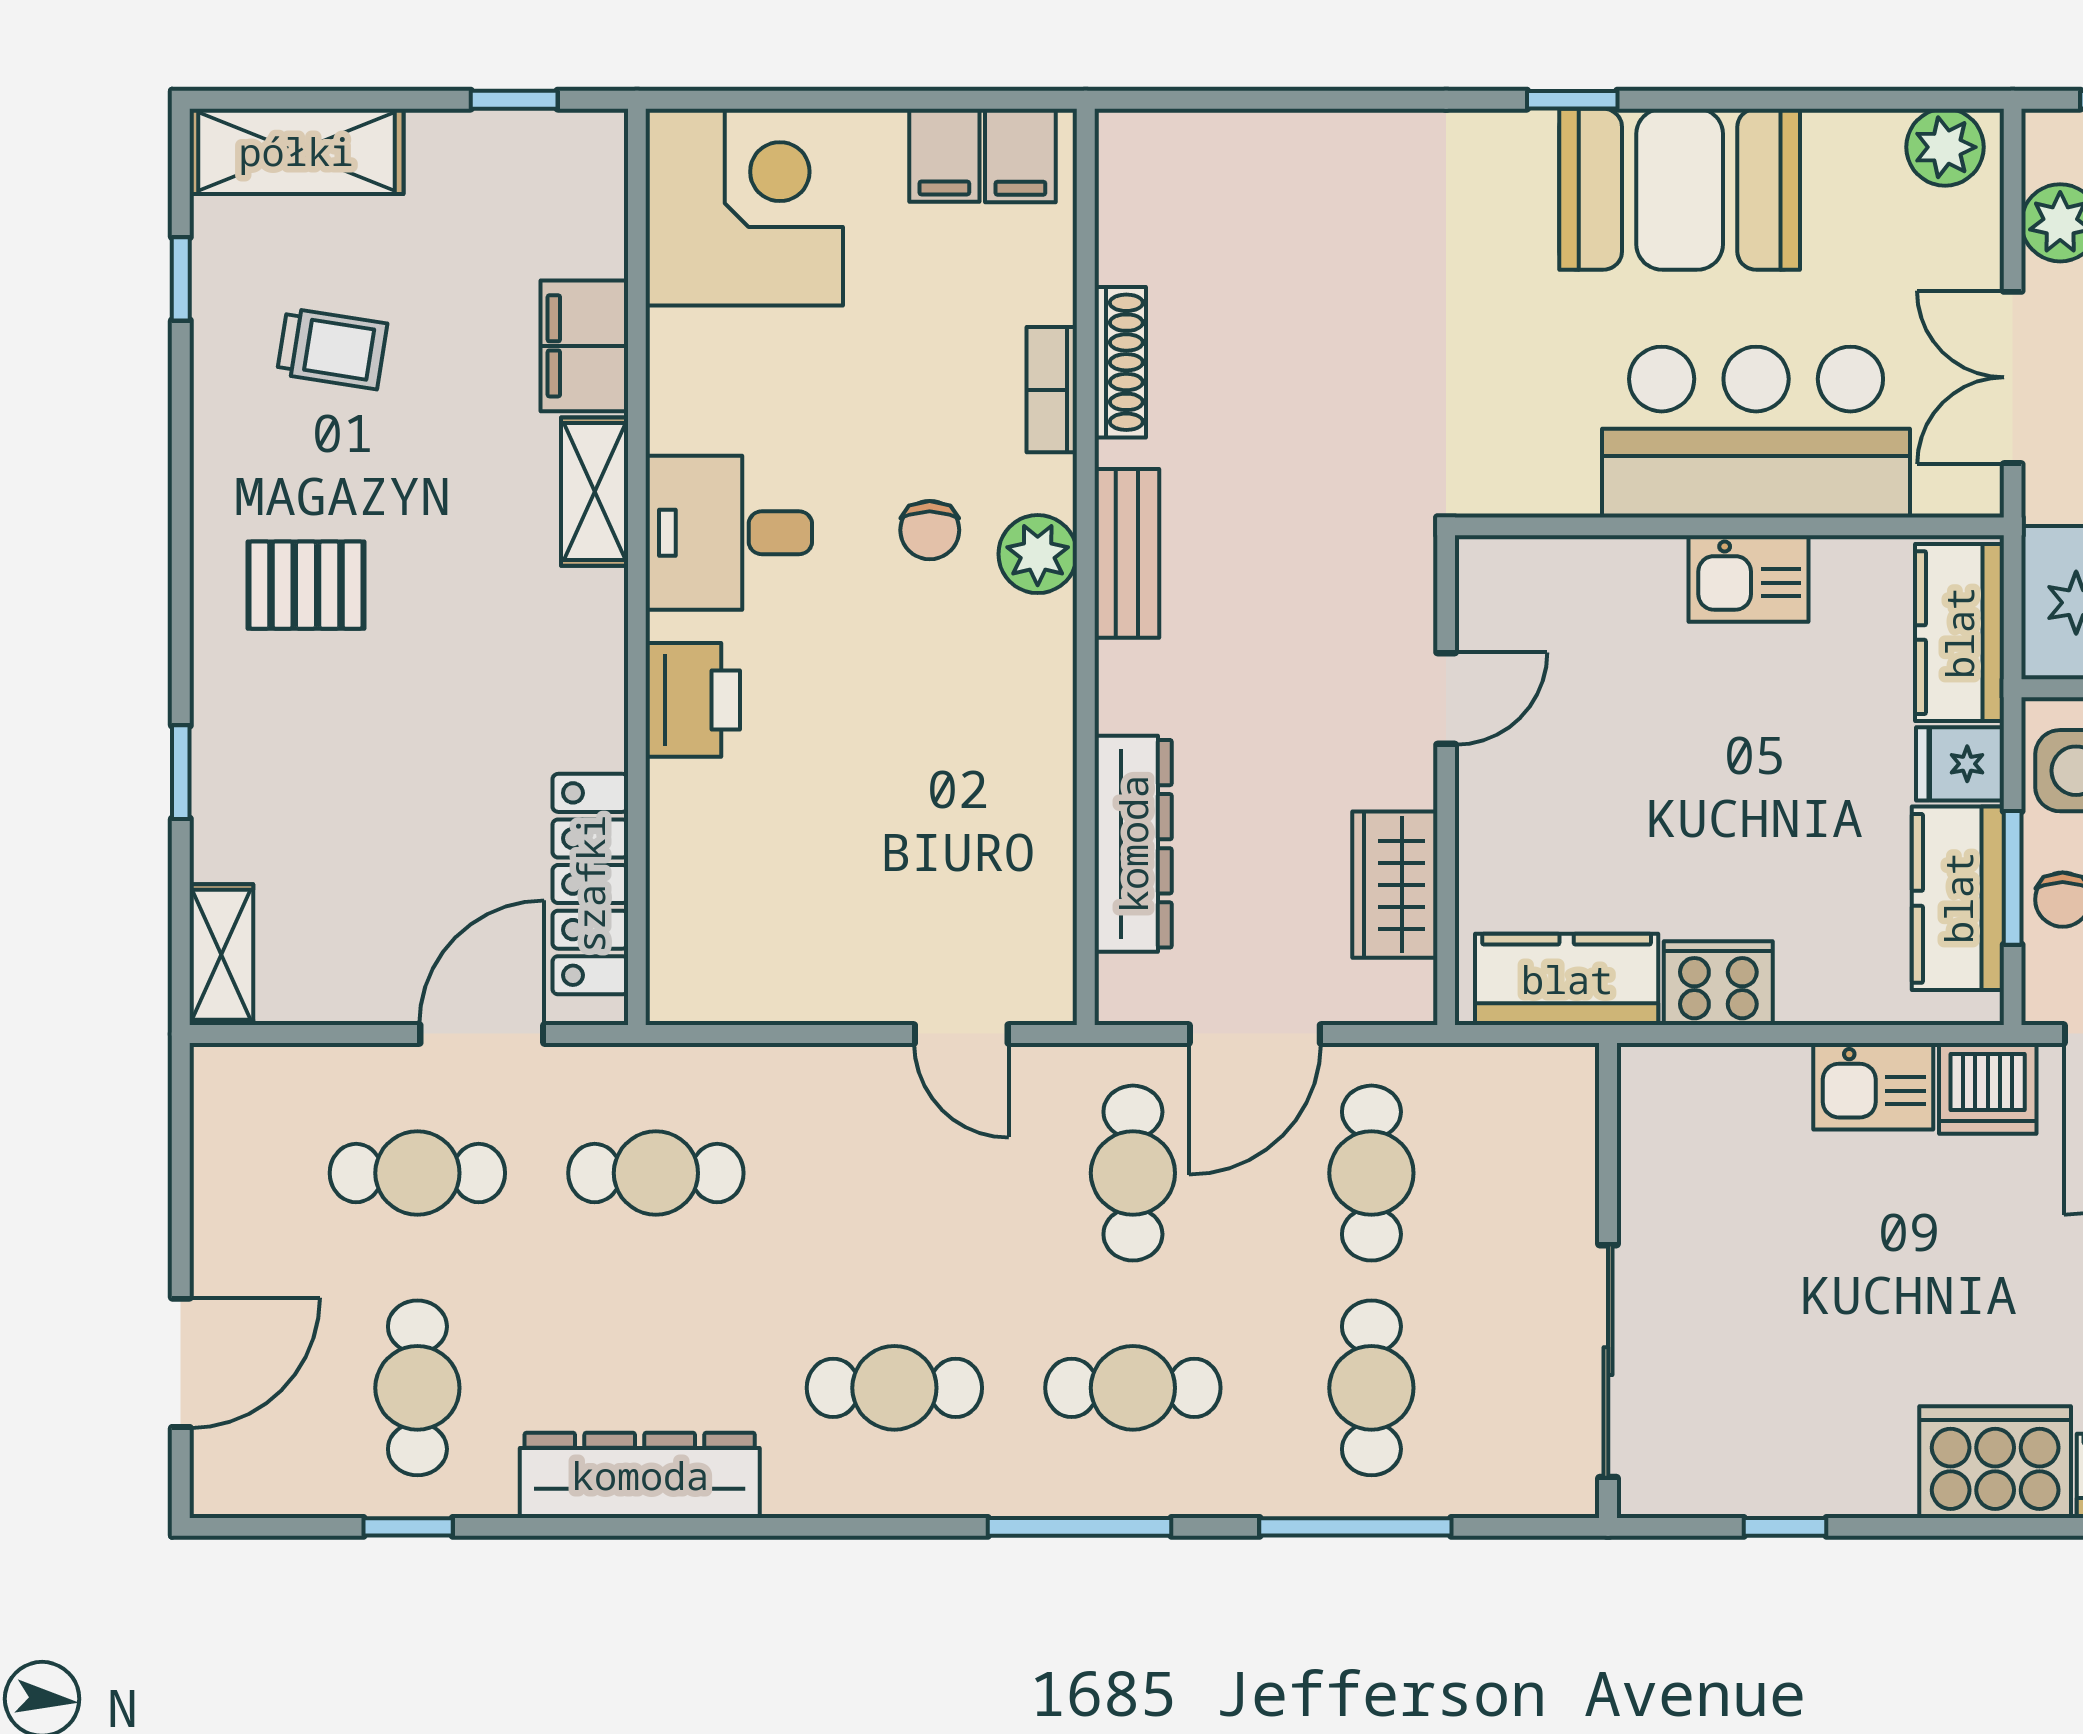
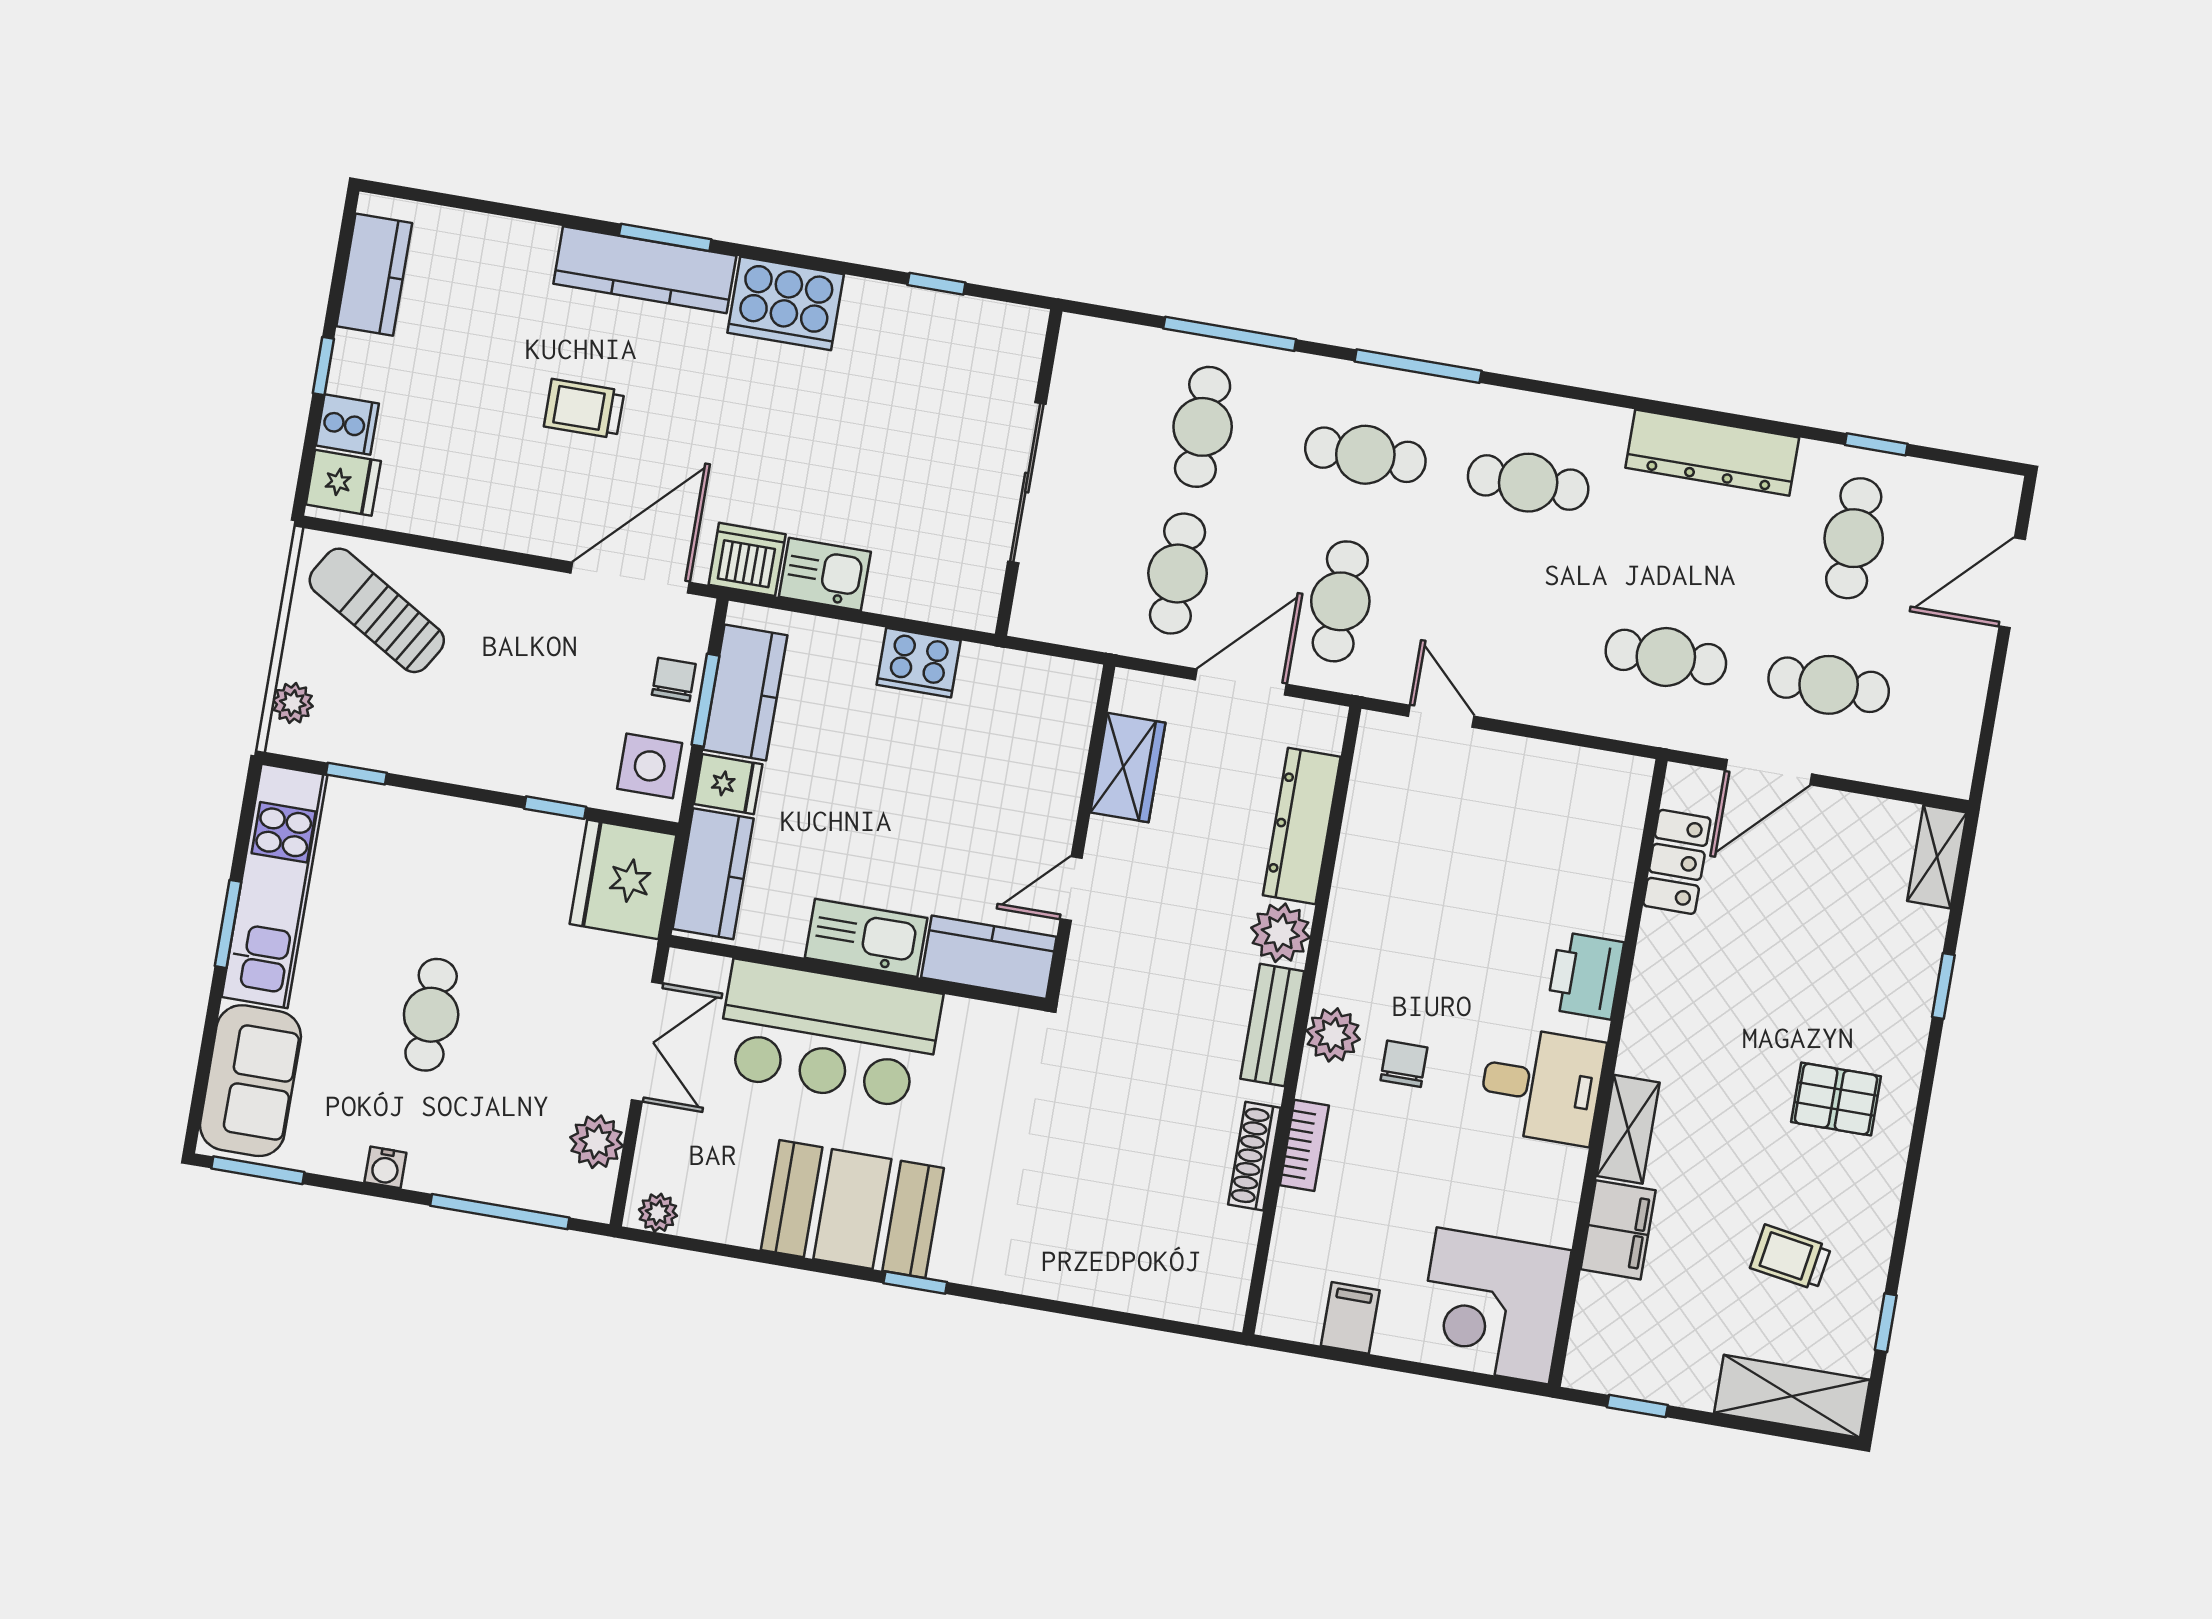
plant: (1945, 147) -> (658, 1213), width x0.73, depth x0.73
filing cabinet: (1020, 155) -> (1298, 1309), removed
kitchen sink: (1749, 579) -> (866, 938), width x1.38
plant: (1137, 687) -> (1280, 933), added
locker: (590, 884) -> (1677, 862), width x0.66
kitchen counter: (1567, 979) -> (989, 957), moved, turned 180
sliding door: (1608, 1361) -> (1027, 483), moved

